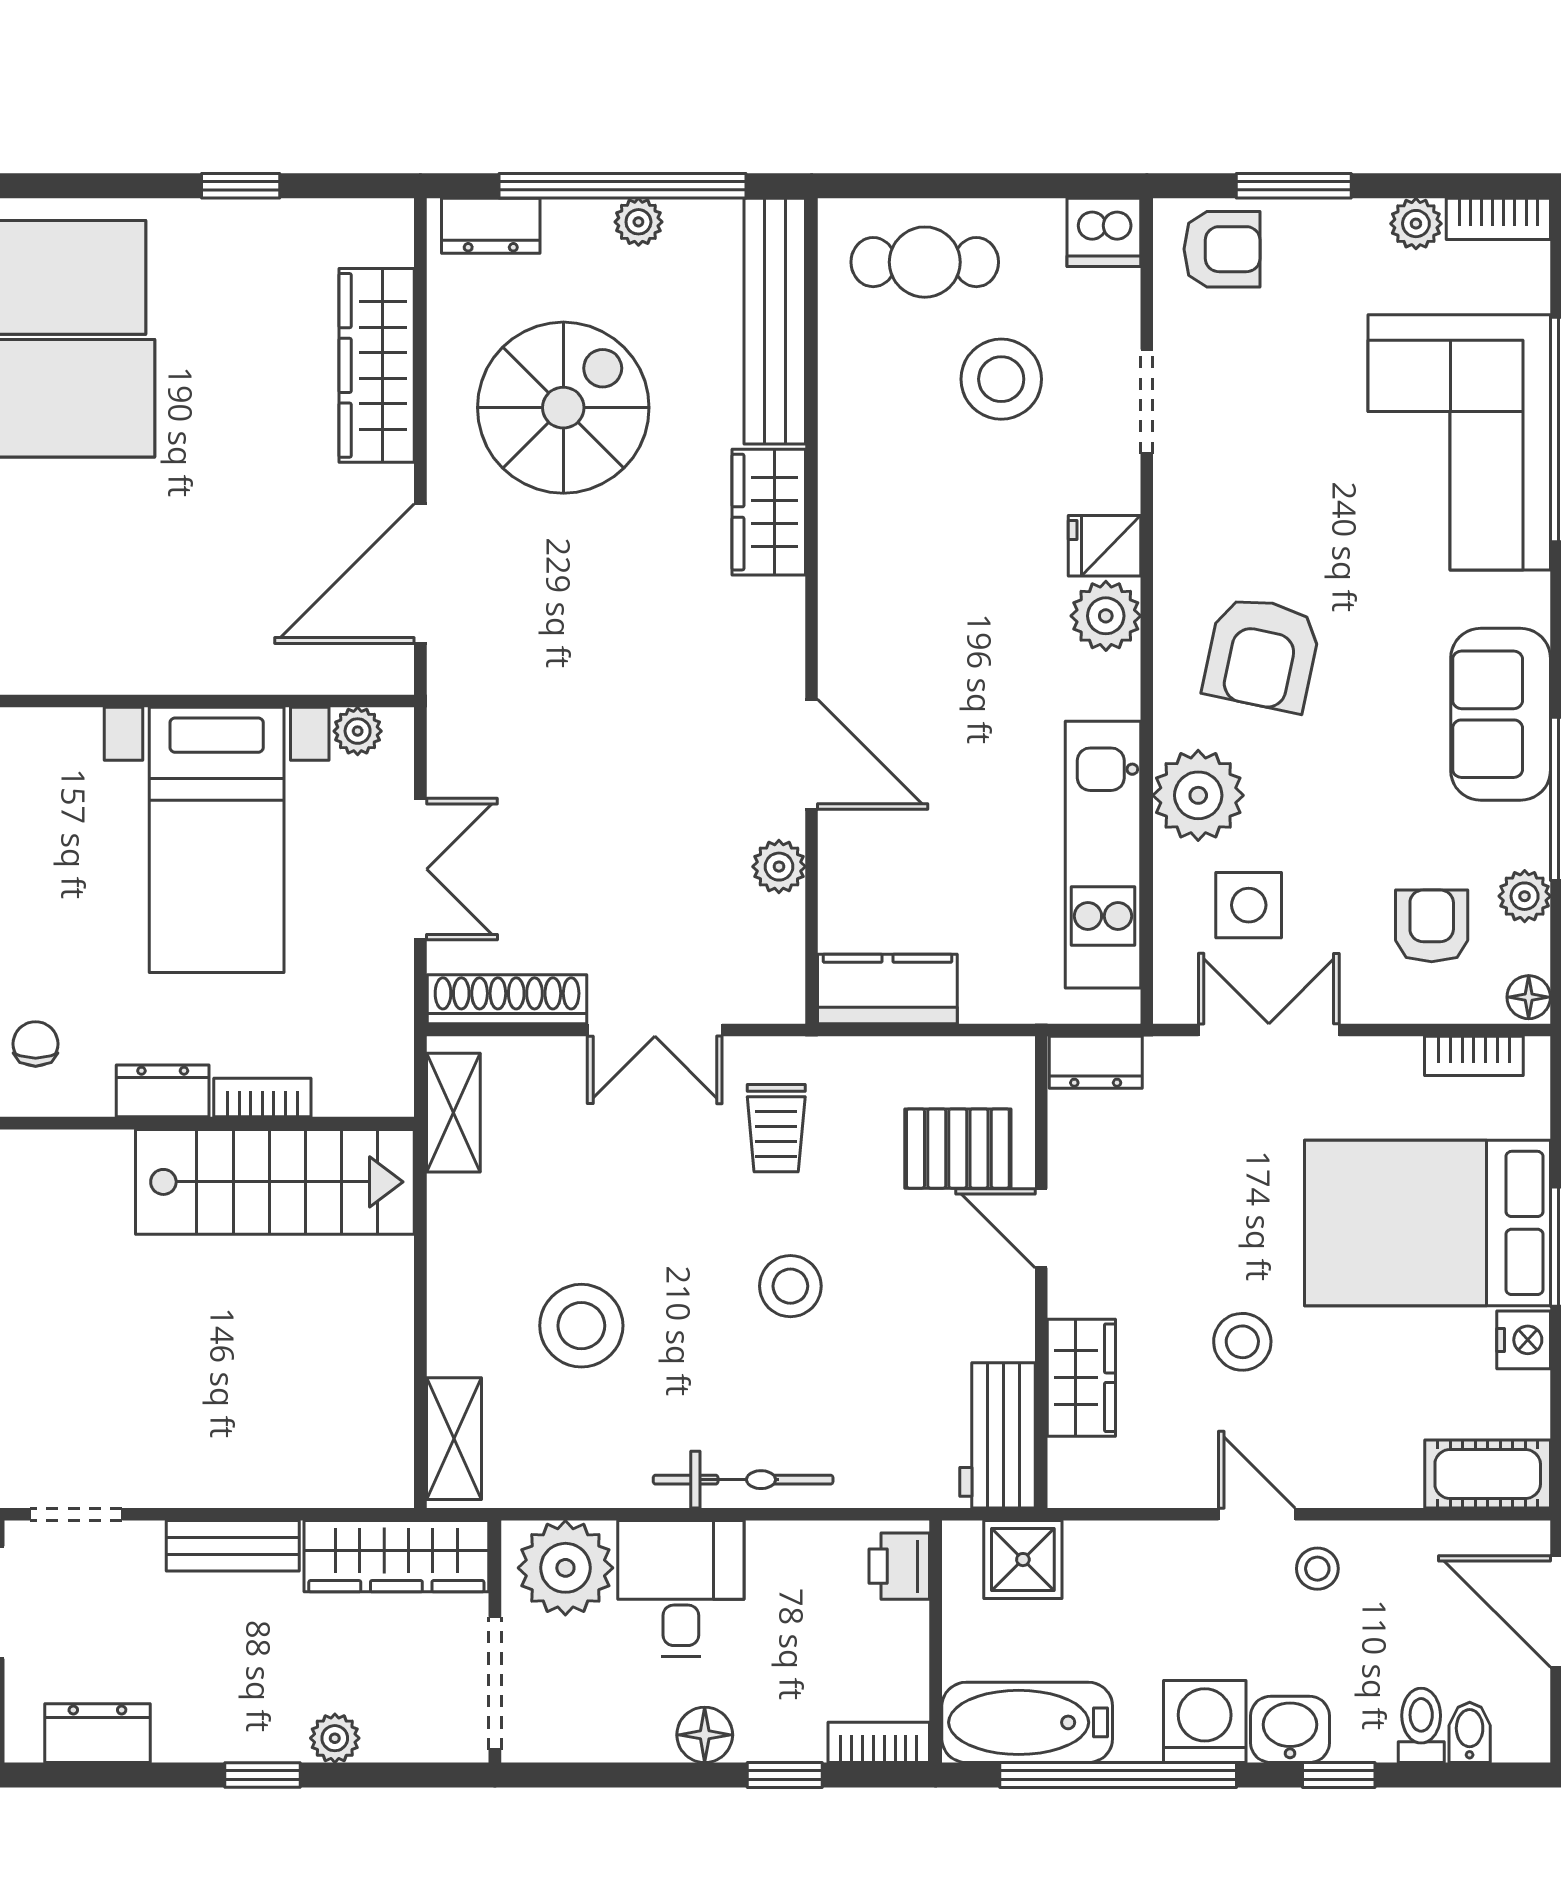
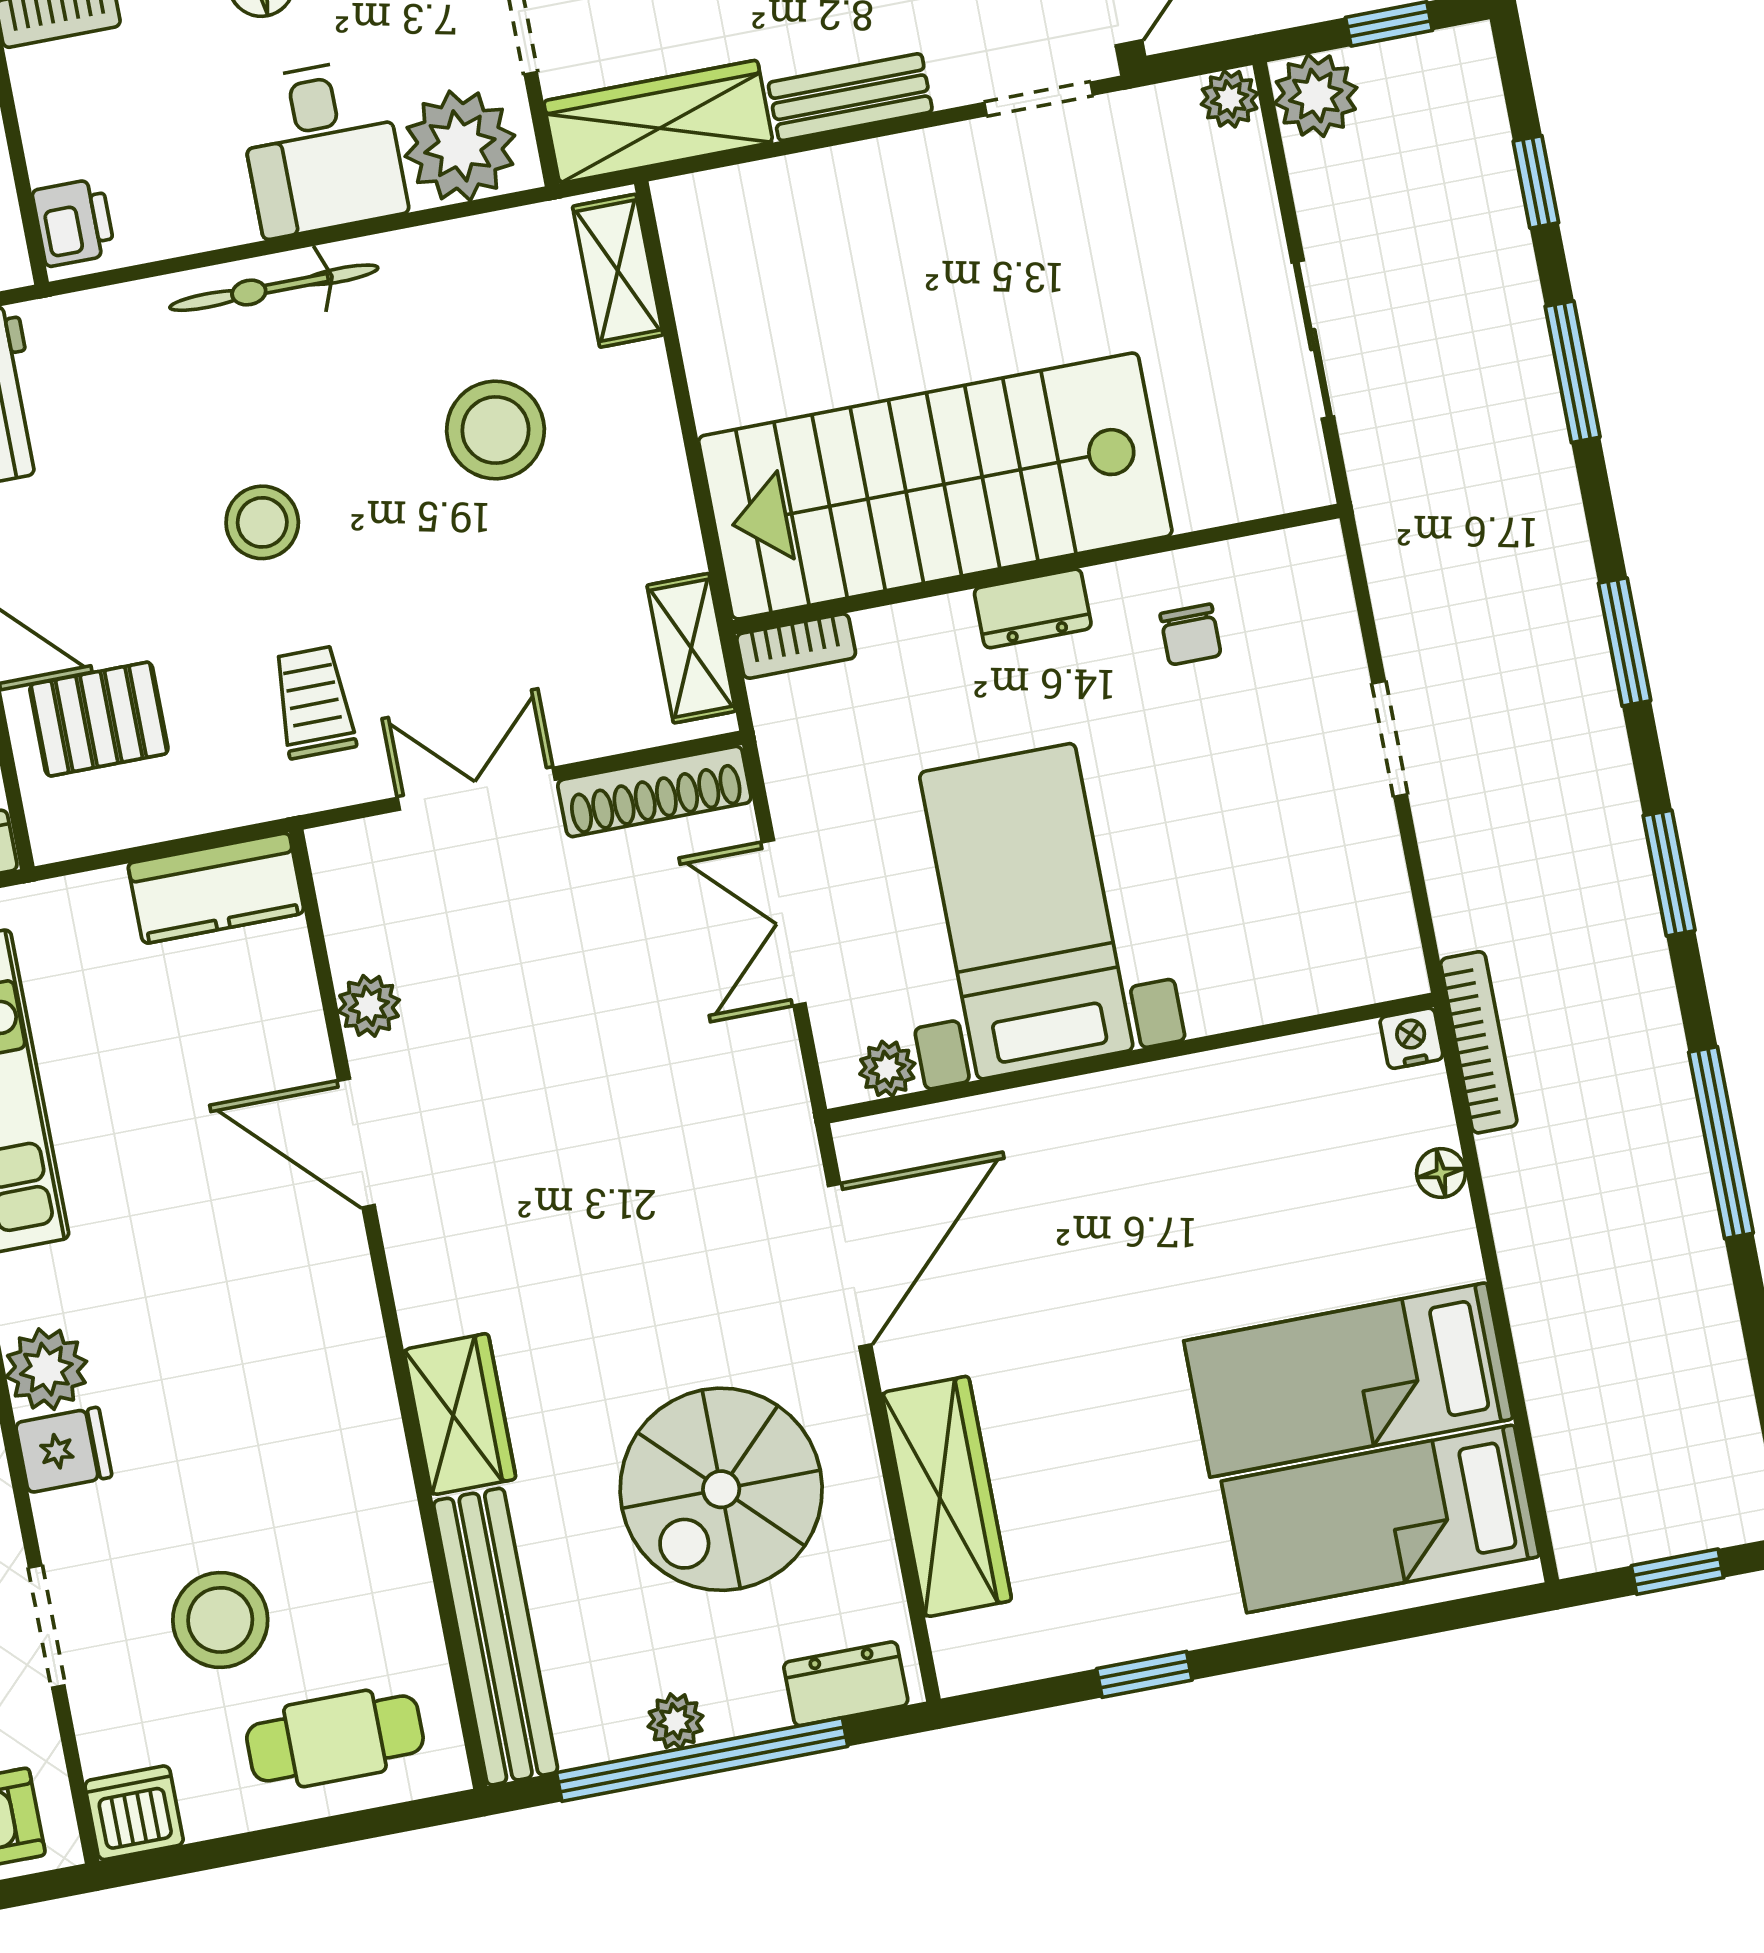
bookcase: (262, 1098) -> (796, 646), moved
stairs: (275, 1182) -> (935, 486), width x1.36, depth x1.51

